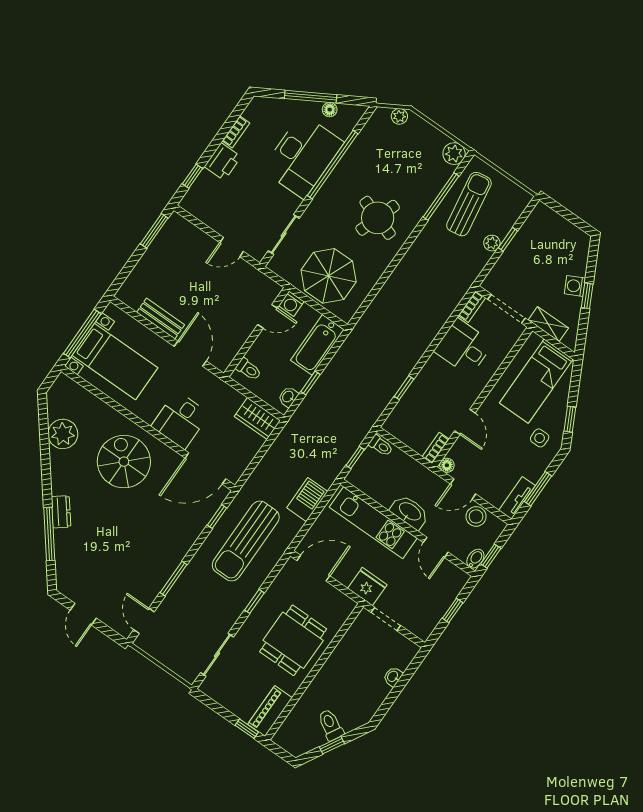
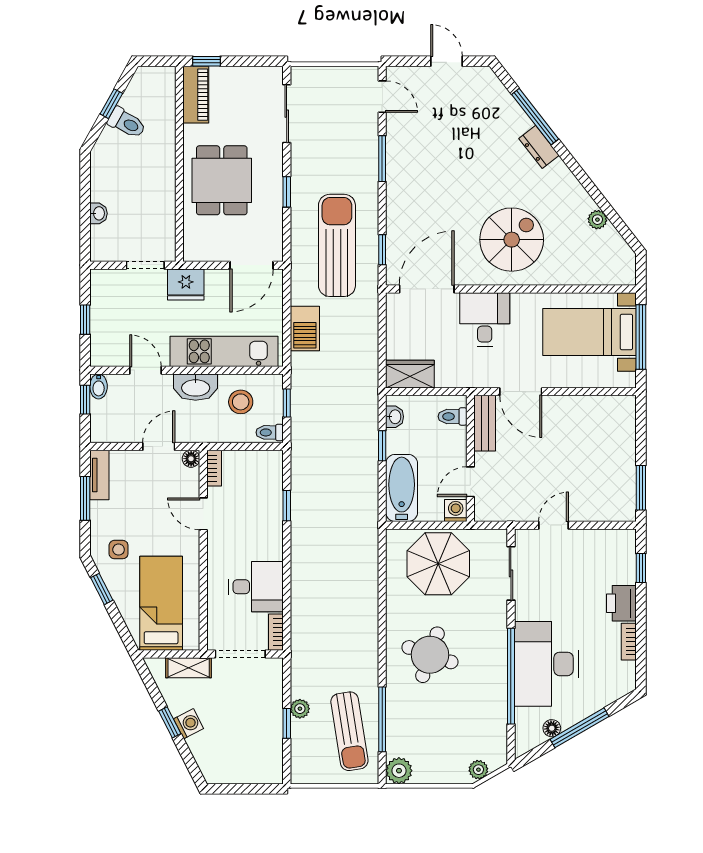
bench: (161, 318) -> (485, 423), moved, turned 90
plant: (63, 434) -> (597, 220), width x0.53, depth x0.53
spiral stairs: (124, 462) -> (512, 240), turned -90
stool: (476, 516) -> (241, 402), moved

